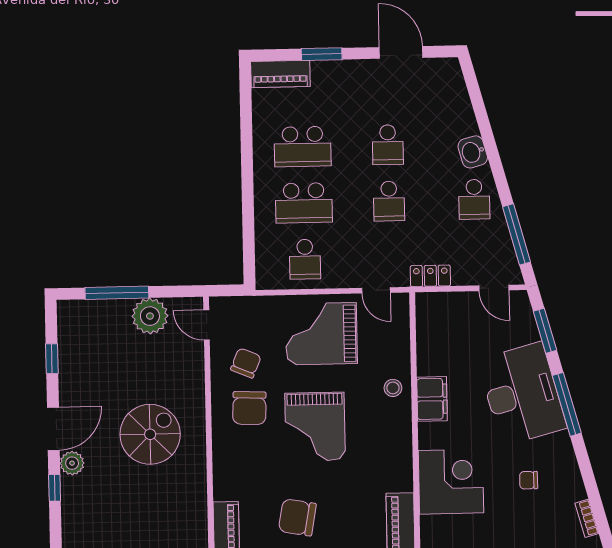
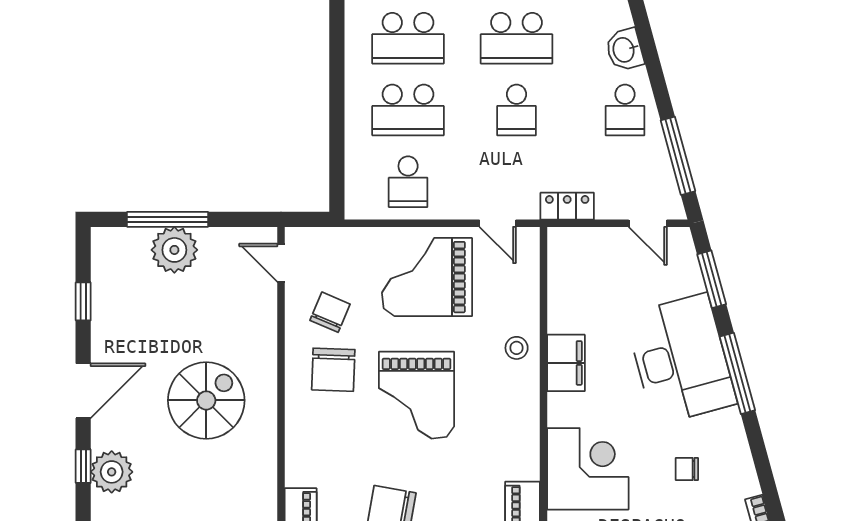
school desk: (388, 145) -> (517, 38), width x1.85
plant: (150, 316) -> (174, 250), moved
plant: (72, 463) -> (112, 472), moved, width x1.36, depth x1.36

